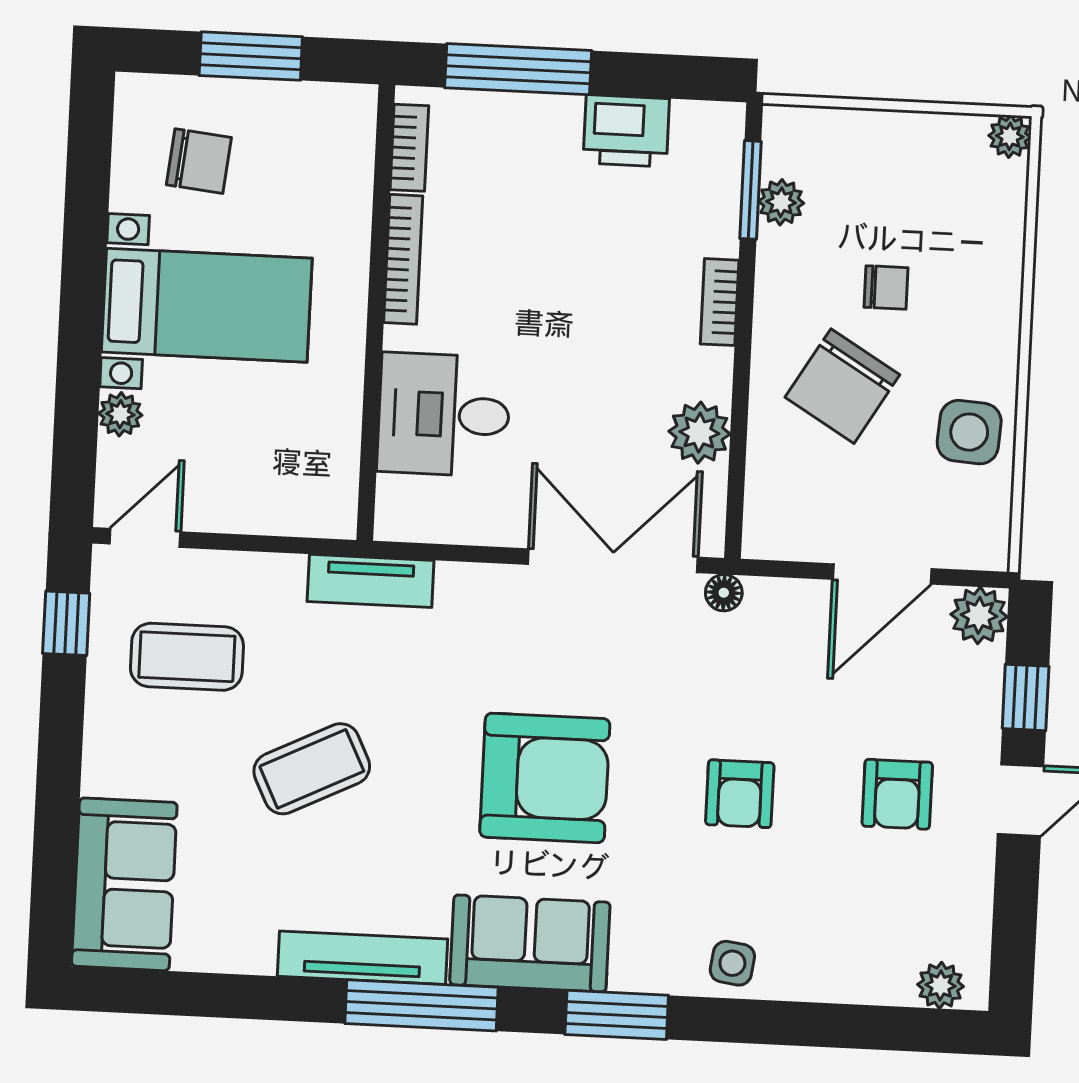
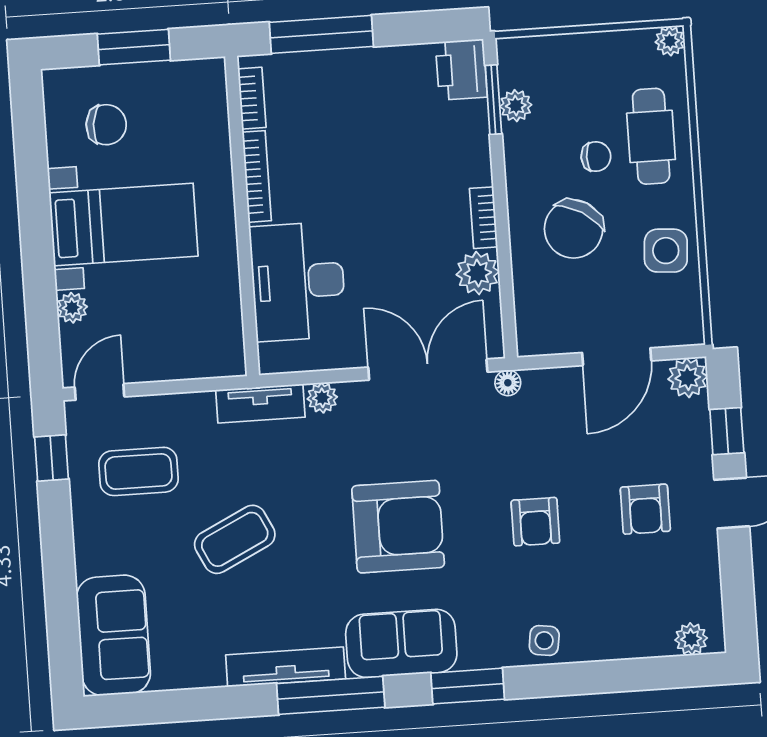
printer: (626, 131) -> (461, 70), moved, turned 90
cafe table: (967, 268) -> (651, 136), added
bookcase: (720, 302) -> (484, 218), moved
desk: (444, 415) -> (298, 281), width x1.37
plant: (459, 583) -> (322, 398), added

